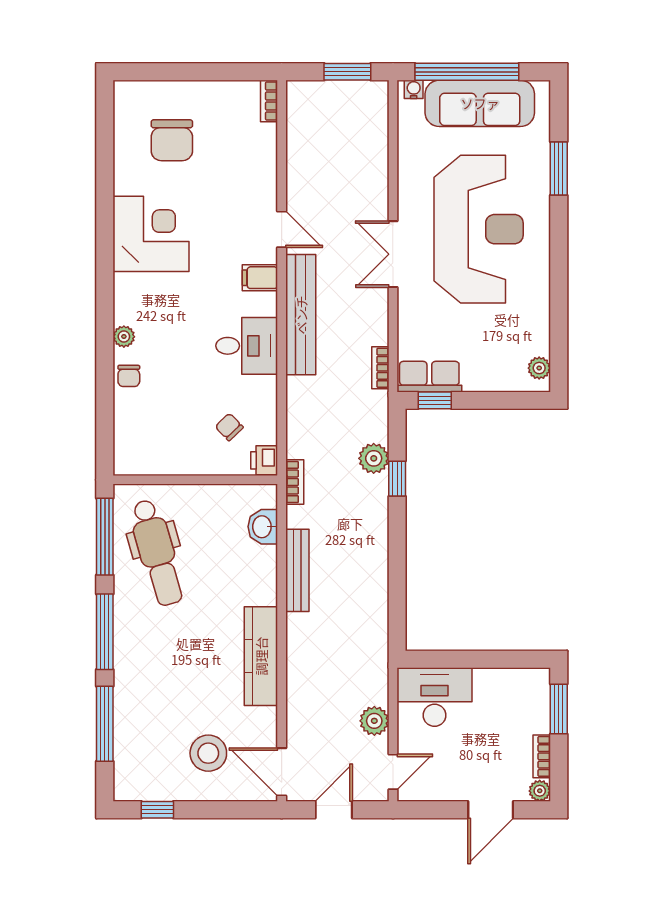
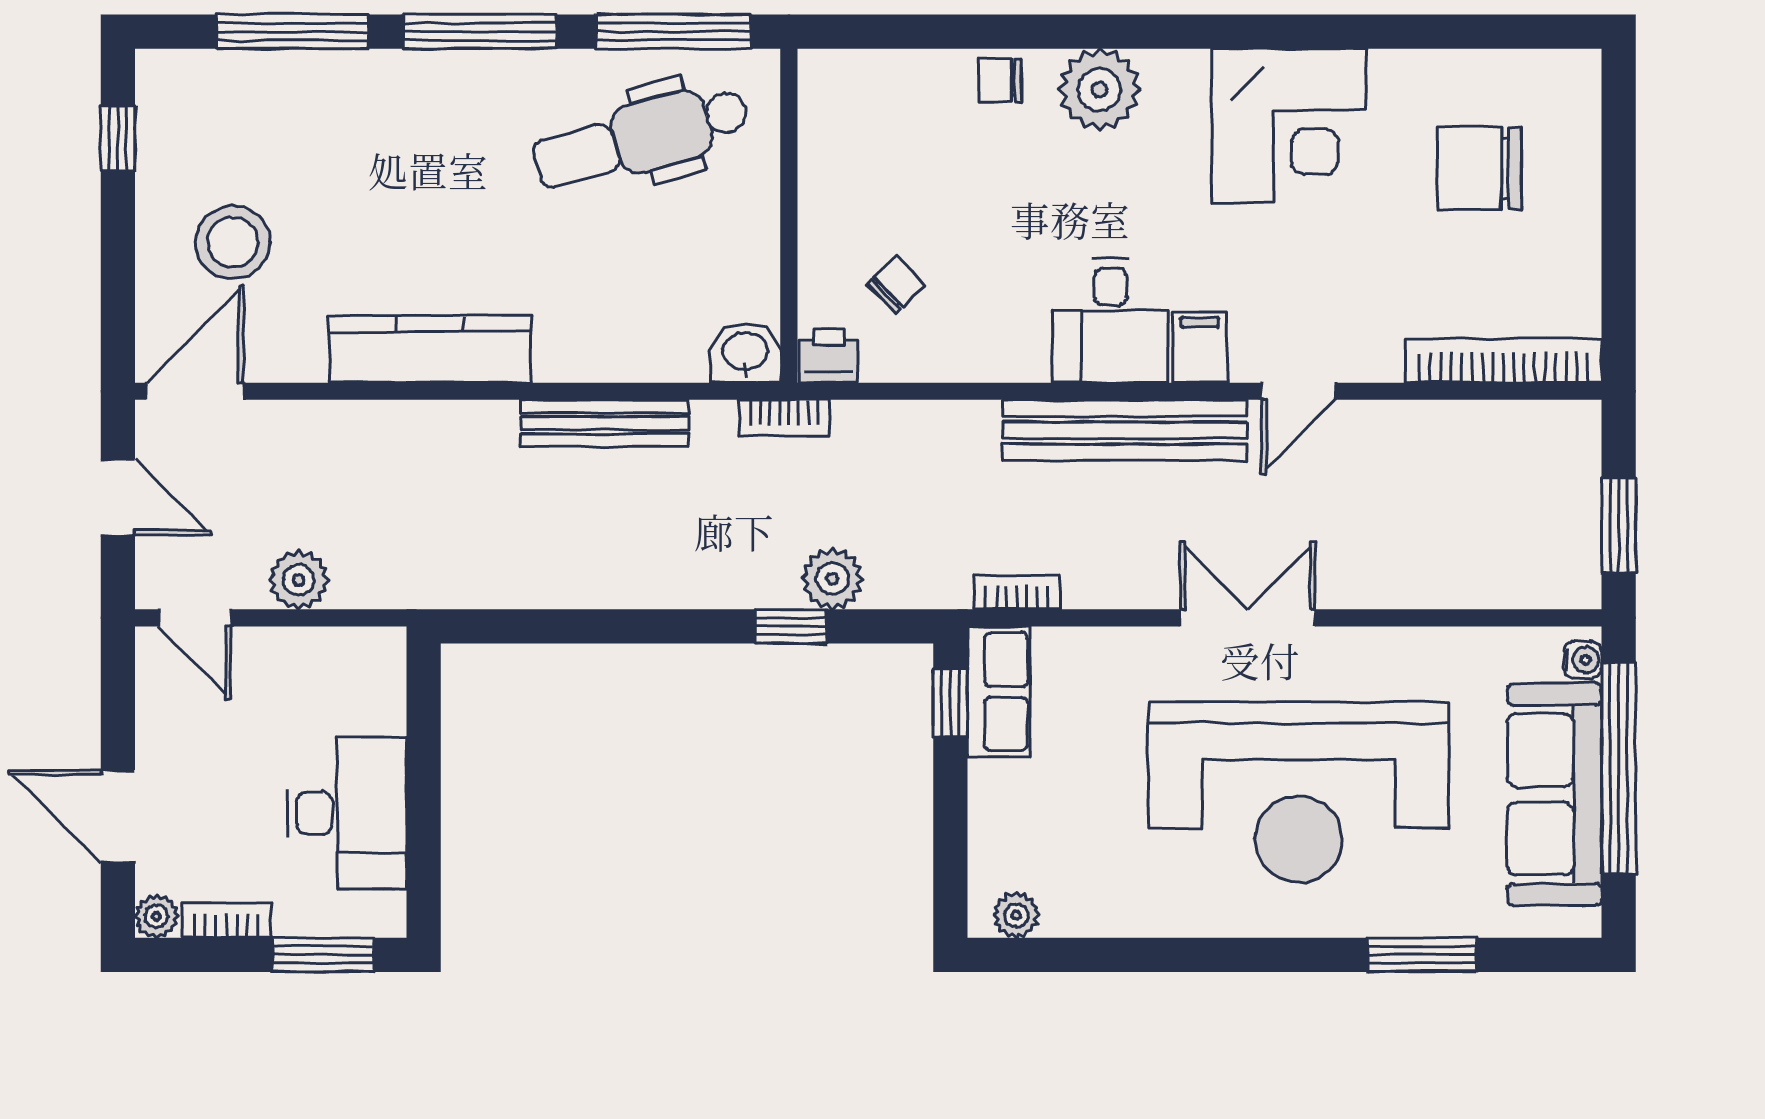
bookcase: (269, 101) -> (1504, 360), width x2.31, depth x1.31
plant: (124, 337) -> (1099, 90), width x1.88, depth x1.88
desk: (247, 346) -> (1111, 320), moved
washbasin: (263, 527) -> (745, 353), moved
desk: (435, 697) -> (347, 813), moved

